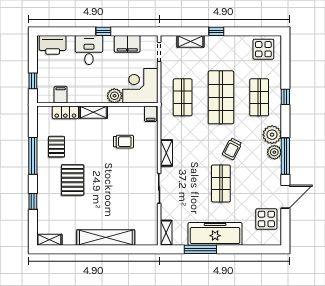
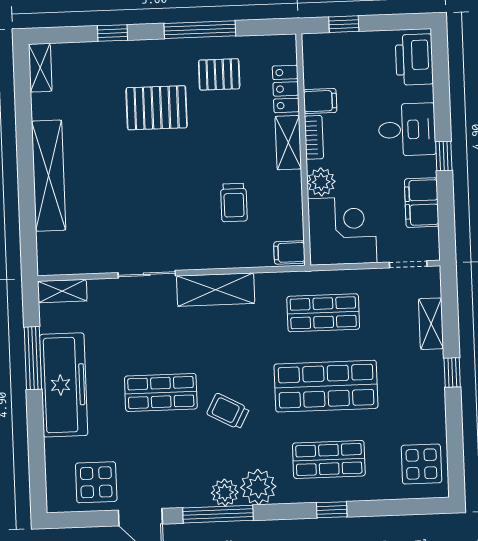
filing cabinet: (61, 95) -> (320, 101), moved
bookcase: (91, 99) -> (314, 137), added
shelving: (166, 153) -> (216, 290), width x1.50, depth x1.33

